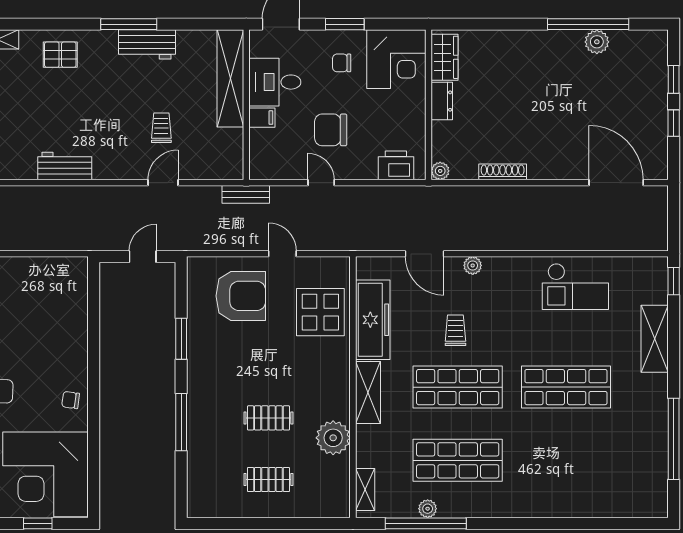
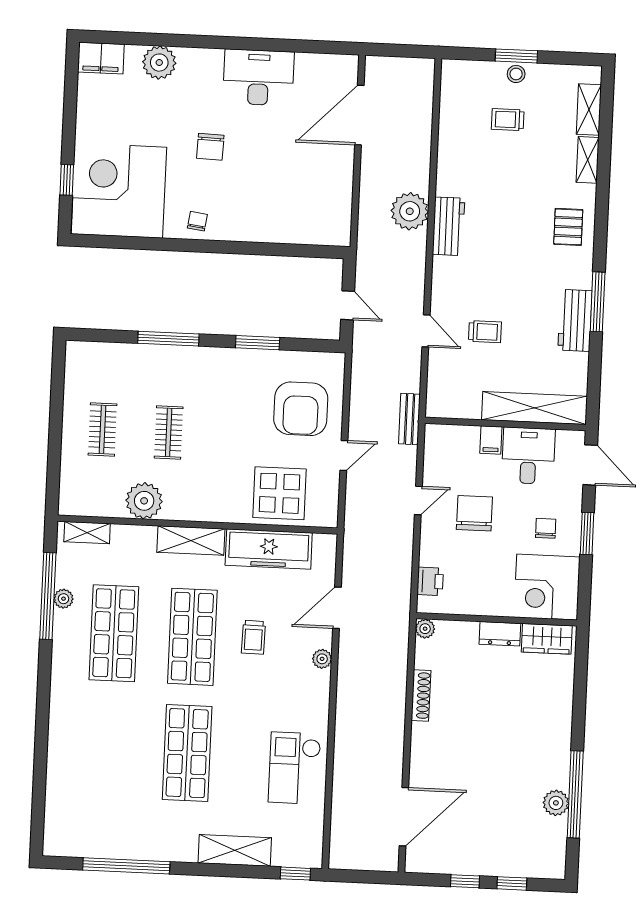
printer: (396, 165) -> (430, 581), width x0.73, depth x0.81
plant: (52, 203) -> (410, 211), added
trolley: (455, 330) -> (253, 637), turned 91

